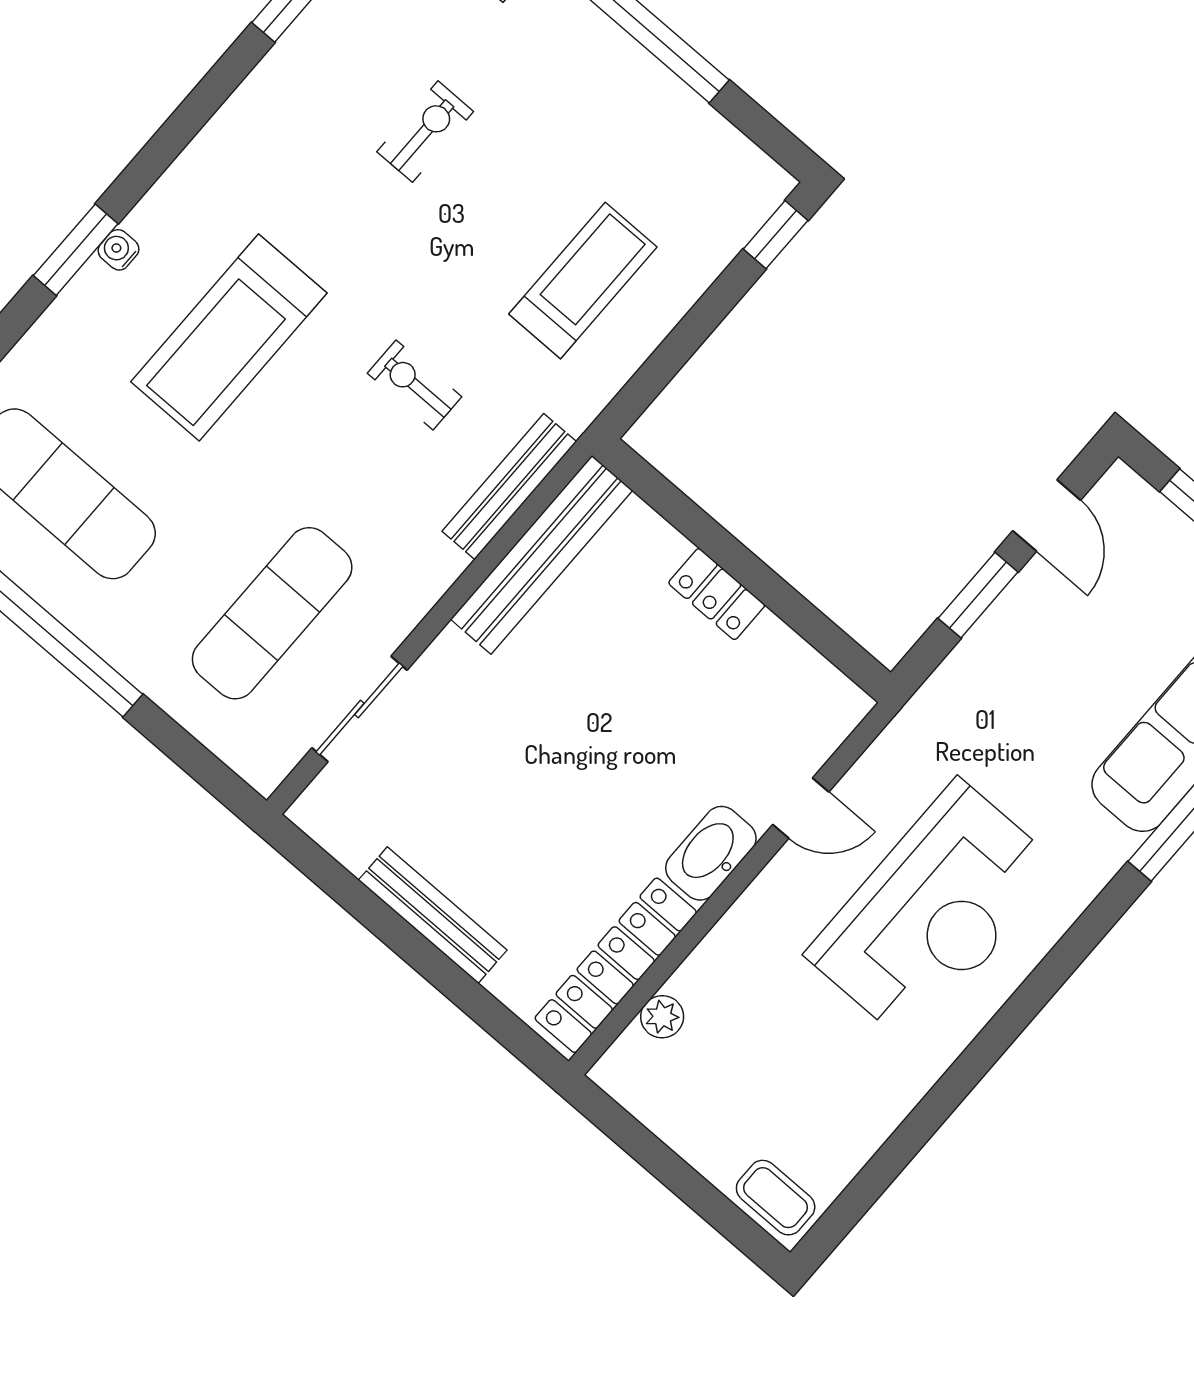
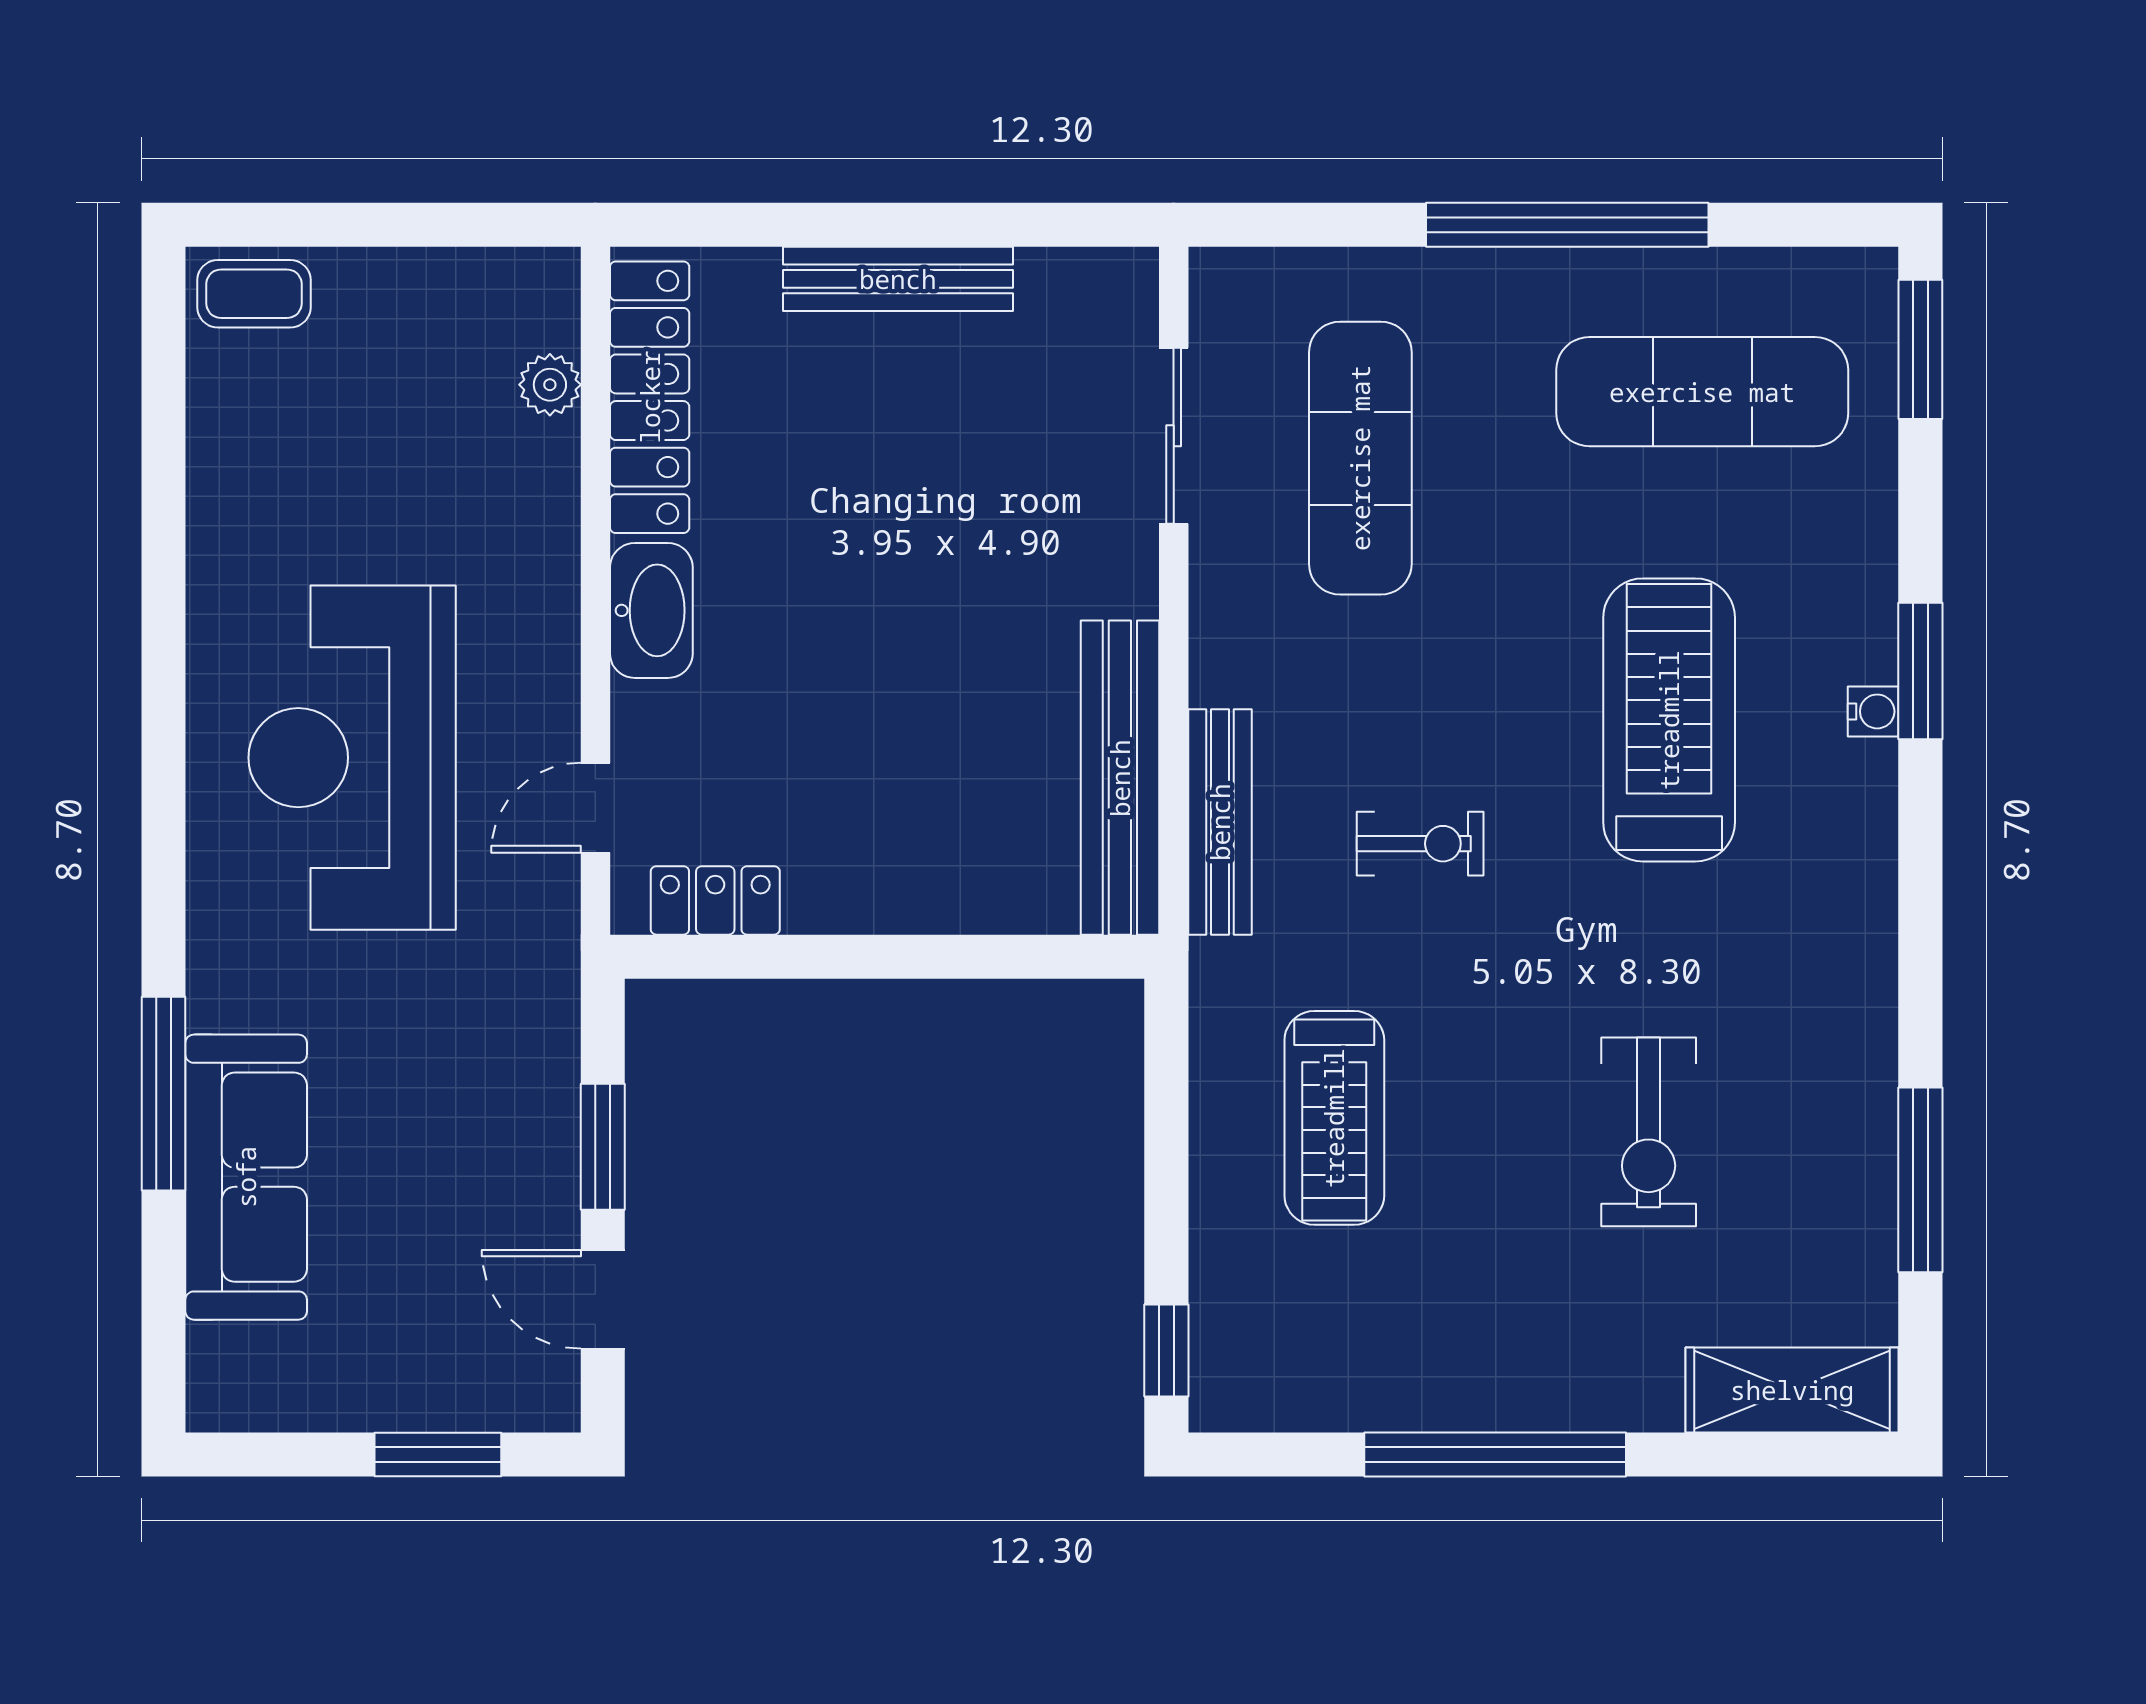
exercise bike: (425, 132) -> (1649, 1132), width x1.38, depth x1.39
locker: (717, 594) -> (715, 900), moved
door: (801, 808) -> (595, 808), moved

